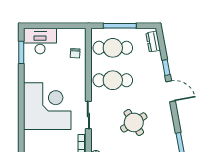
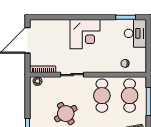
corner desk: (47, 106) -> (85, 34), width x0.74, depth x0.74

